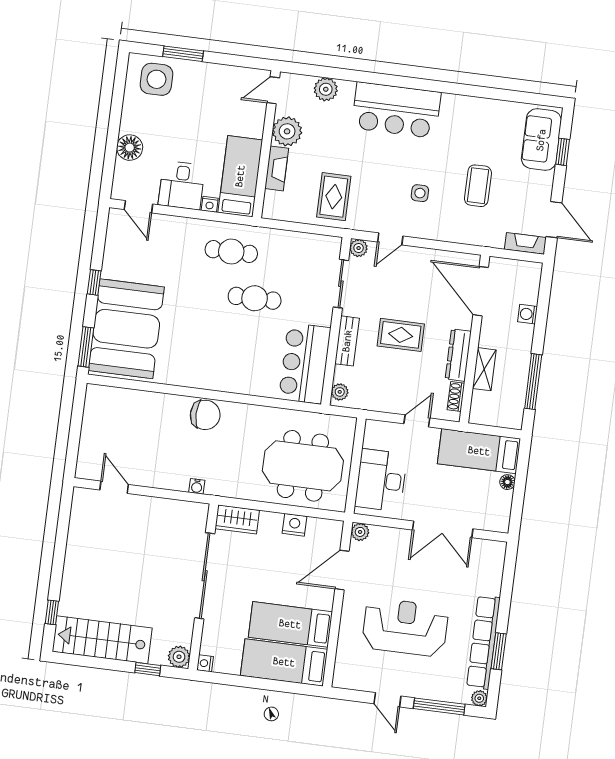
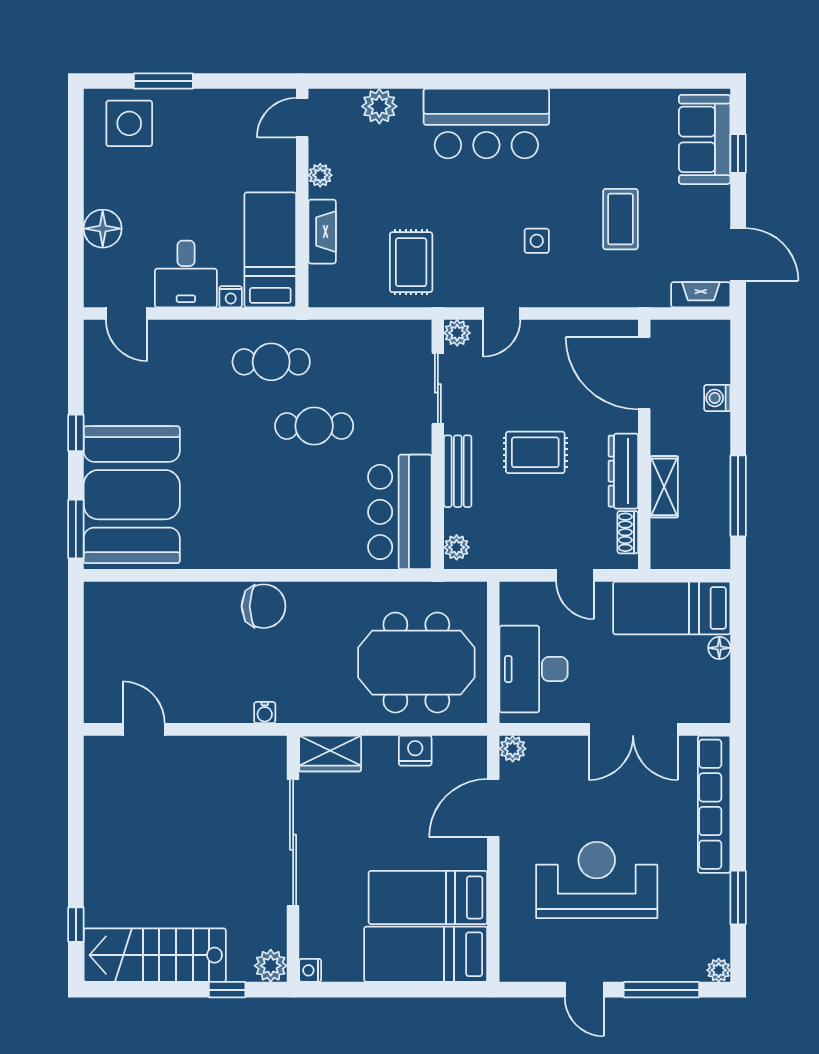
plant: (287, 131) -> (320, 175), width x0.53, depth x0.53
door: (417, 421) -> (575, 575), swing flipped
row of seats: (483, 642) -> (714, 804), moved

